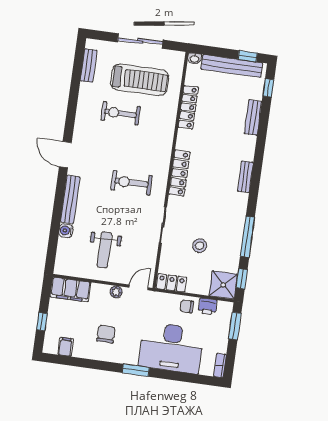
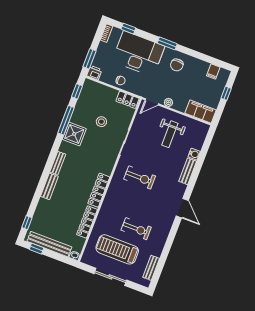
bench: (253, 117) -> (49, 186), moved
locker: (179, 173) -> (99, 190), moved
bench: (70, 199) -> (188, 171), width x0.73
weight bench: (104, 250) -> (170, 134), turned 180
shower: (223, 285) -> (74, 134), moved
printer: (208, 307) -> (94, 73), moved
chair: (106, 334) -> (177, 65), moved
window: (192, 378) -> (128, 29), added

